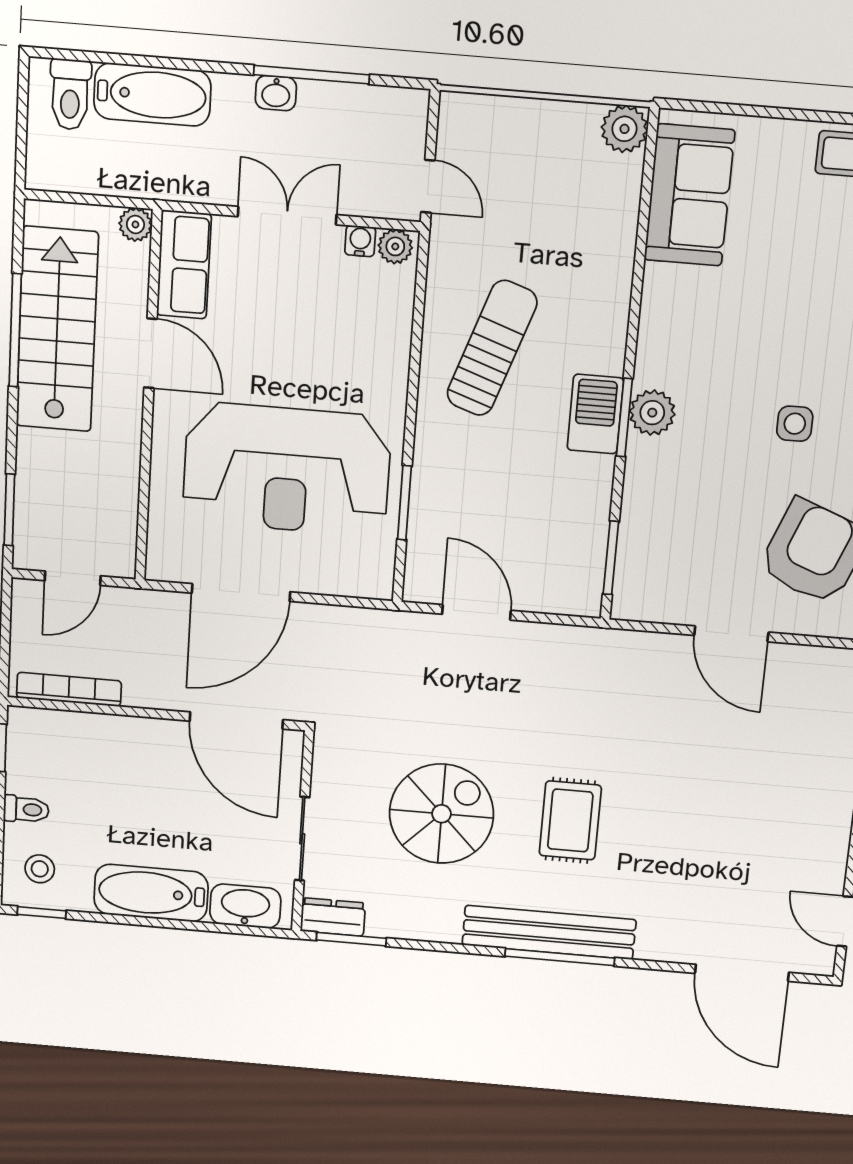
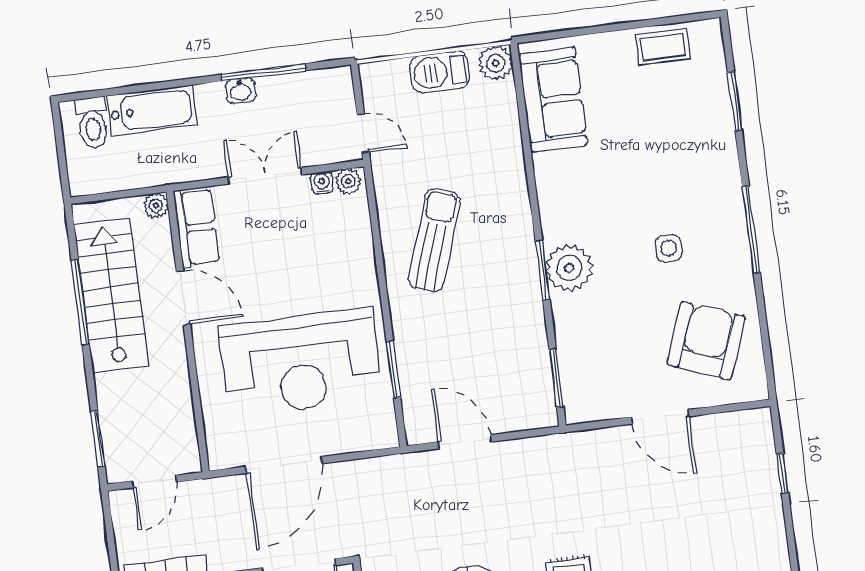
plant: (652, 413) -> (569, 268), width x1.36, depth x1.36
barbecue: (595, 414) -> (440, 72), moved, turned -90

